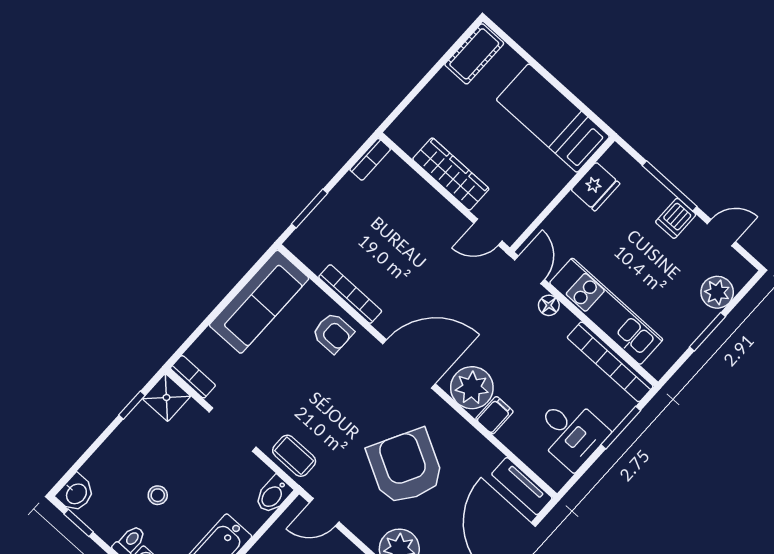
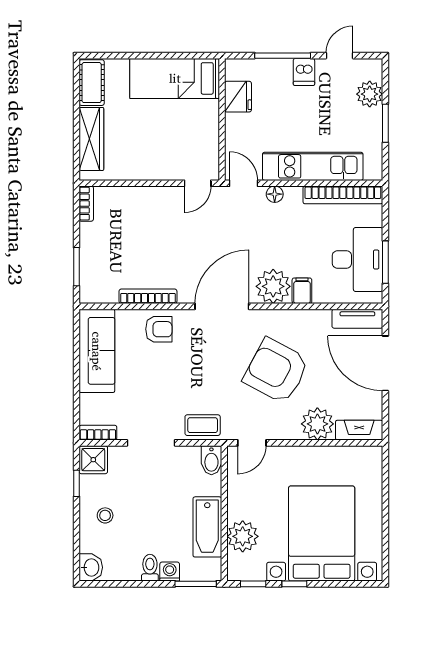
wardrobe: (451, 174) -> (91, 139), moved, turned 90
window: (621, 428) -> (385, 262), moved
desk: (570, 432) -> (358, 259), width x1.37
stool: (158, 495) -> (105, 515), moved
window: (79, 523) -> (109, 584), removed

